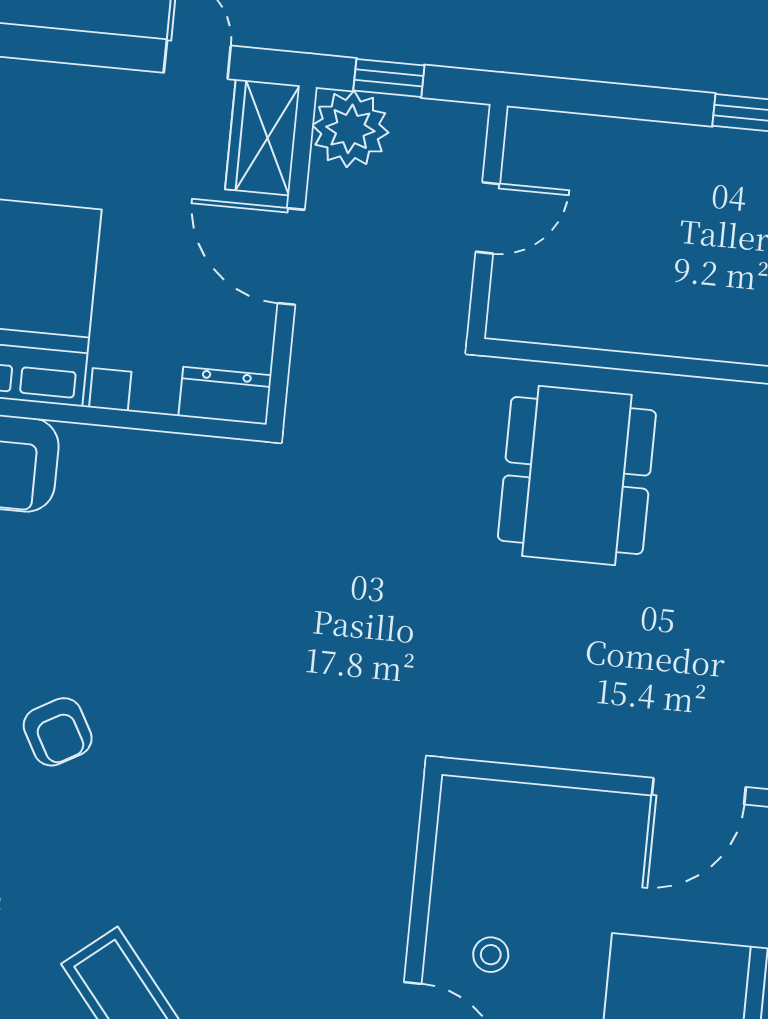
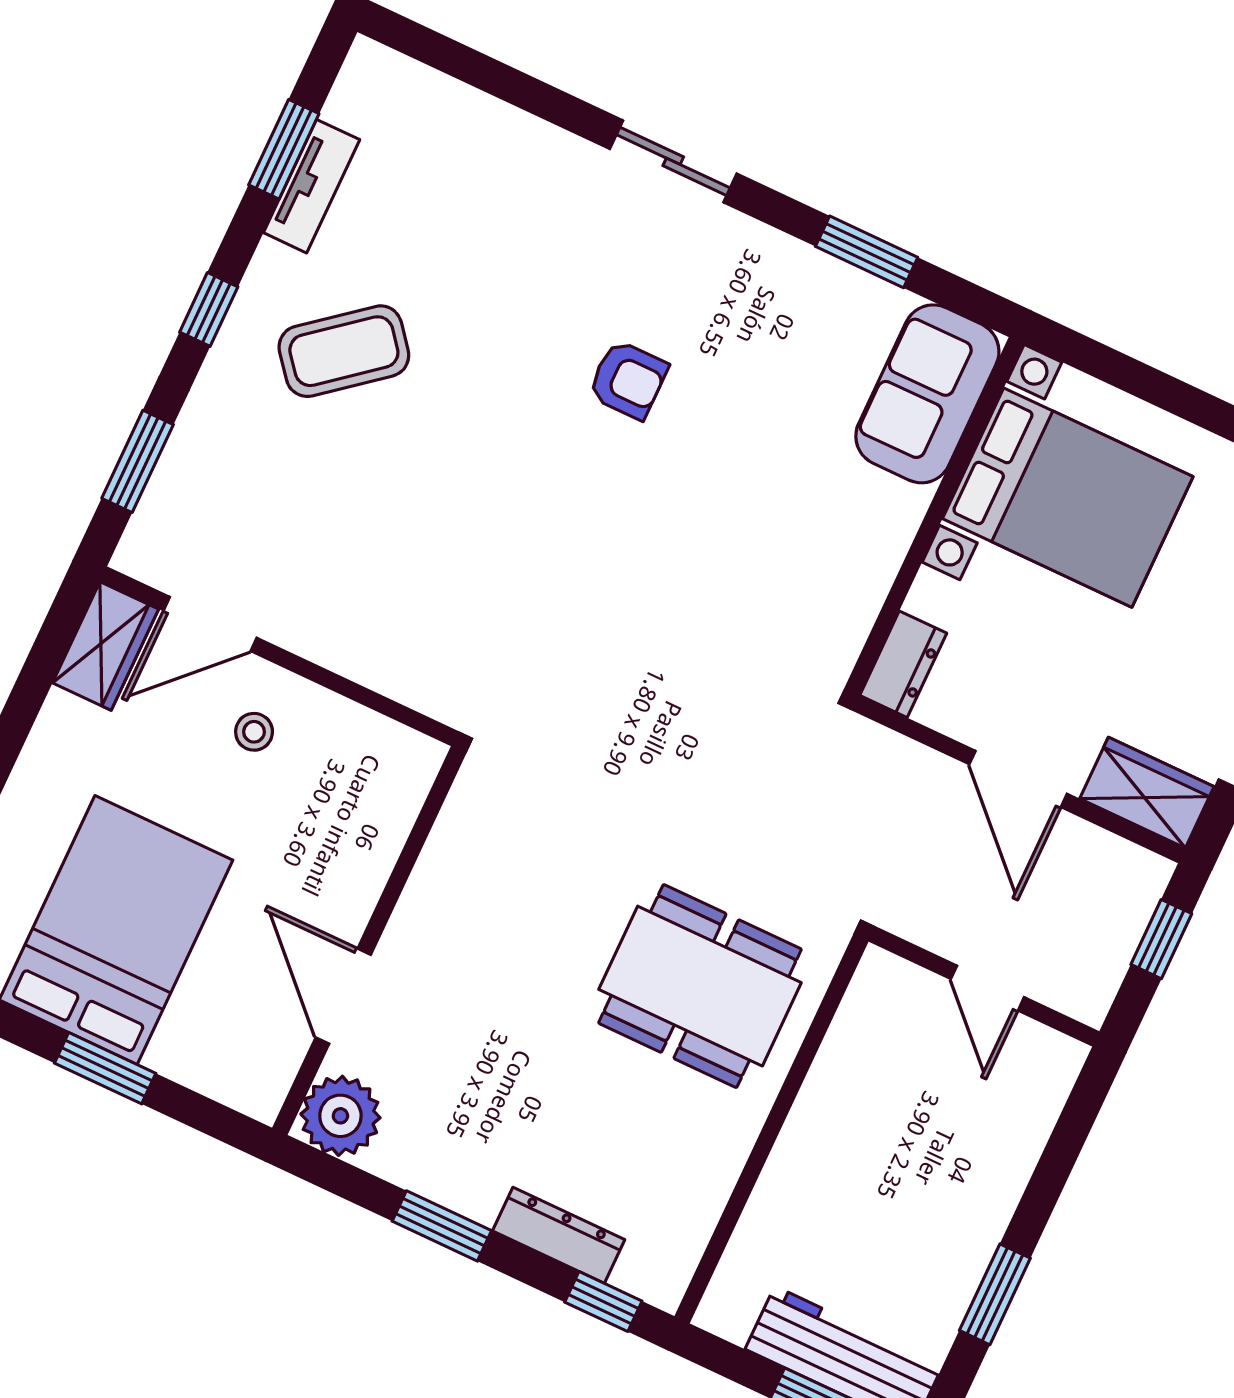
plant: (350, 129) -> (1124, 883), removed
door: (291, 257) -> (1018, 779), swing flipped
armchair: (58, 732) -> (628, 380), turned -151

